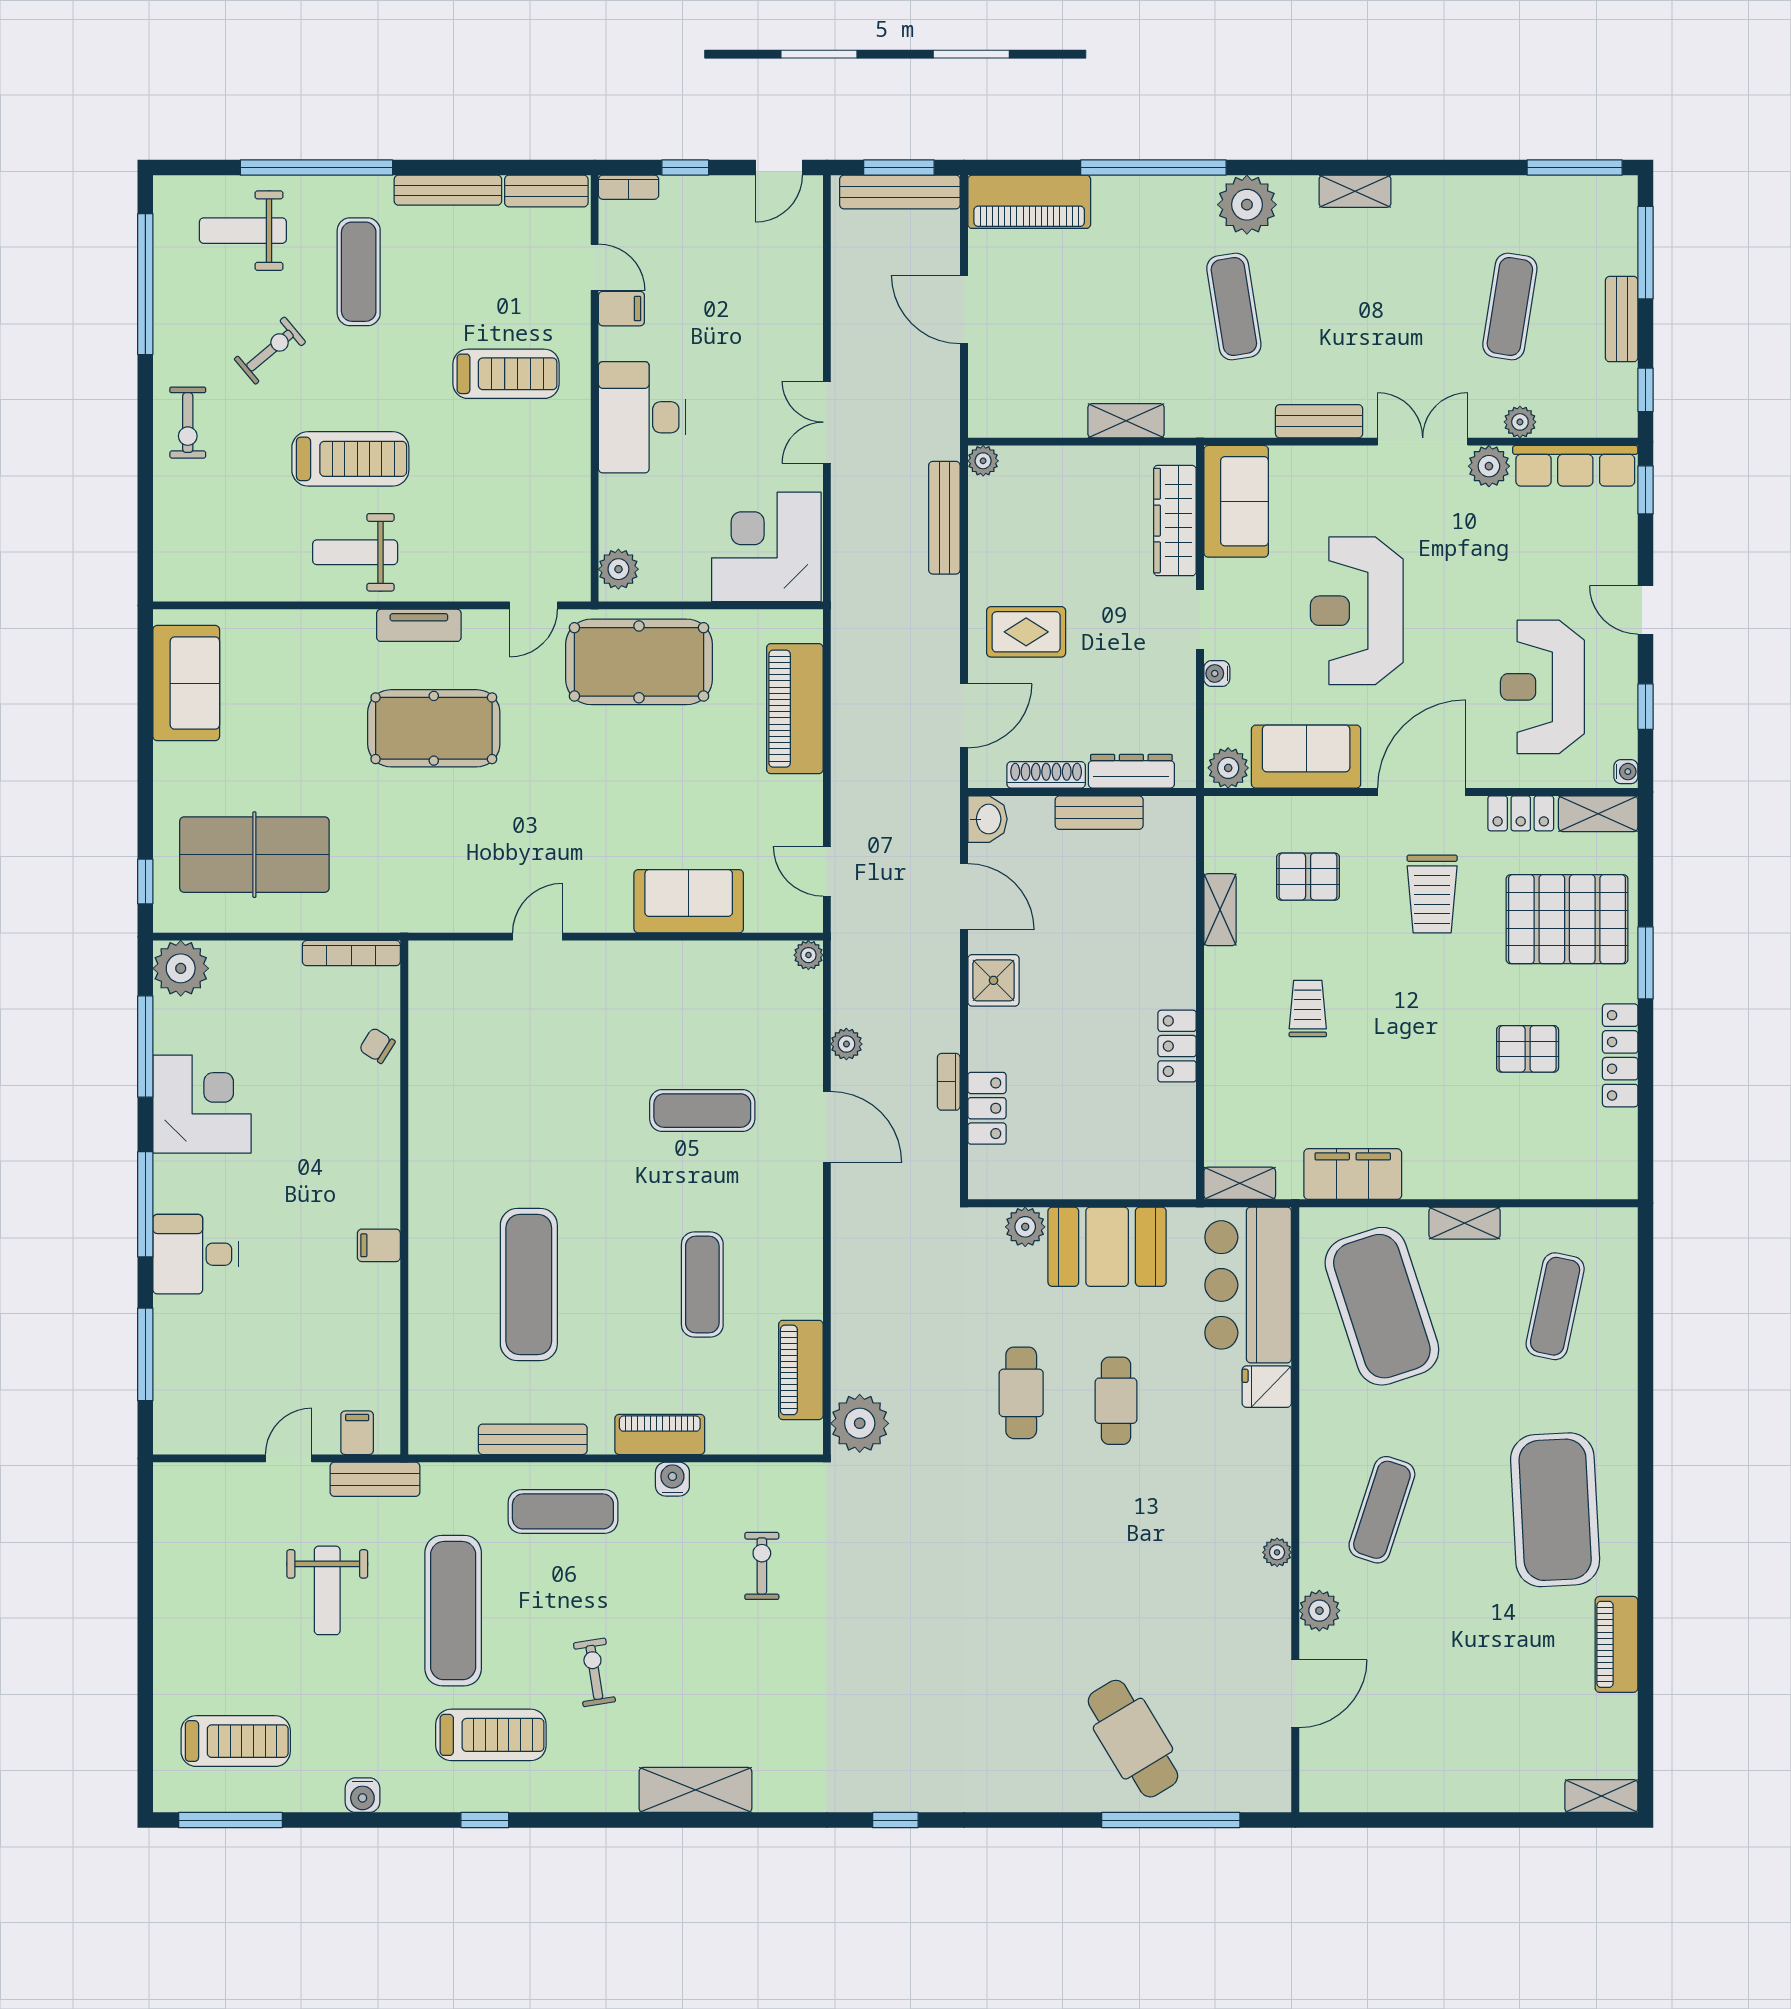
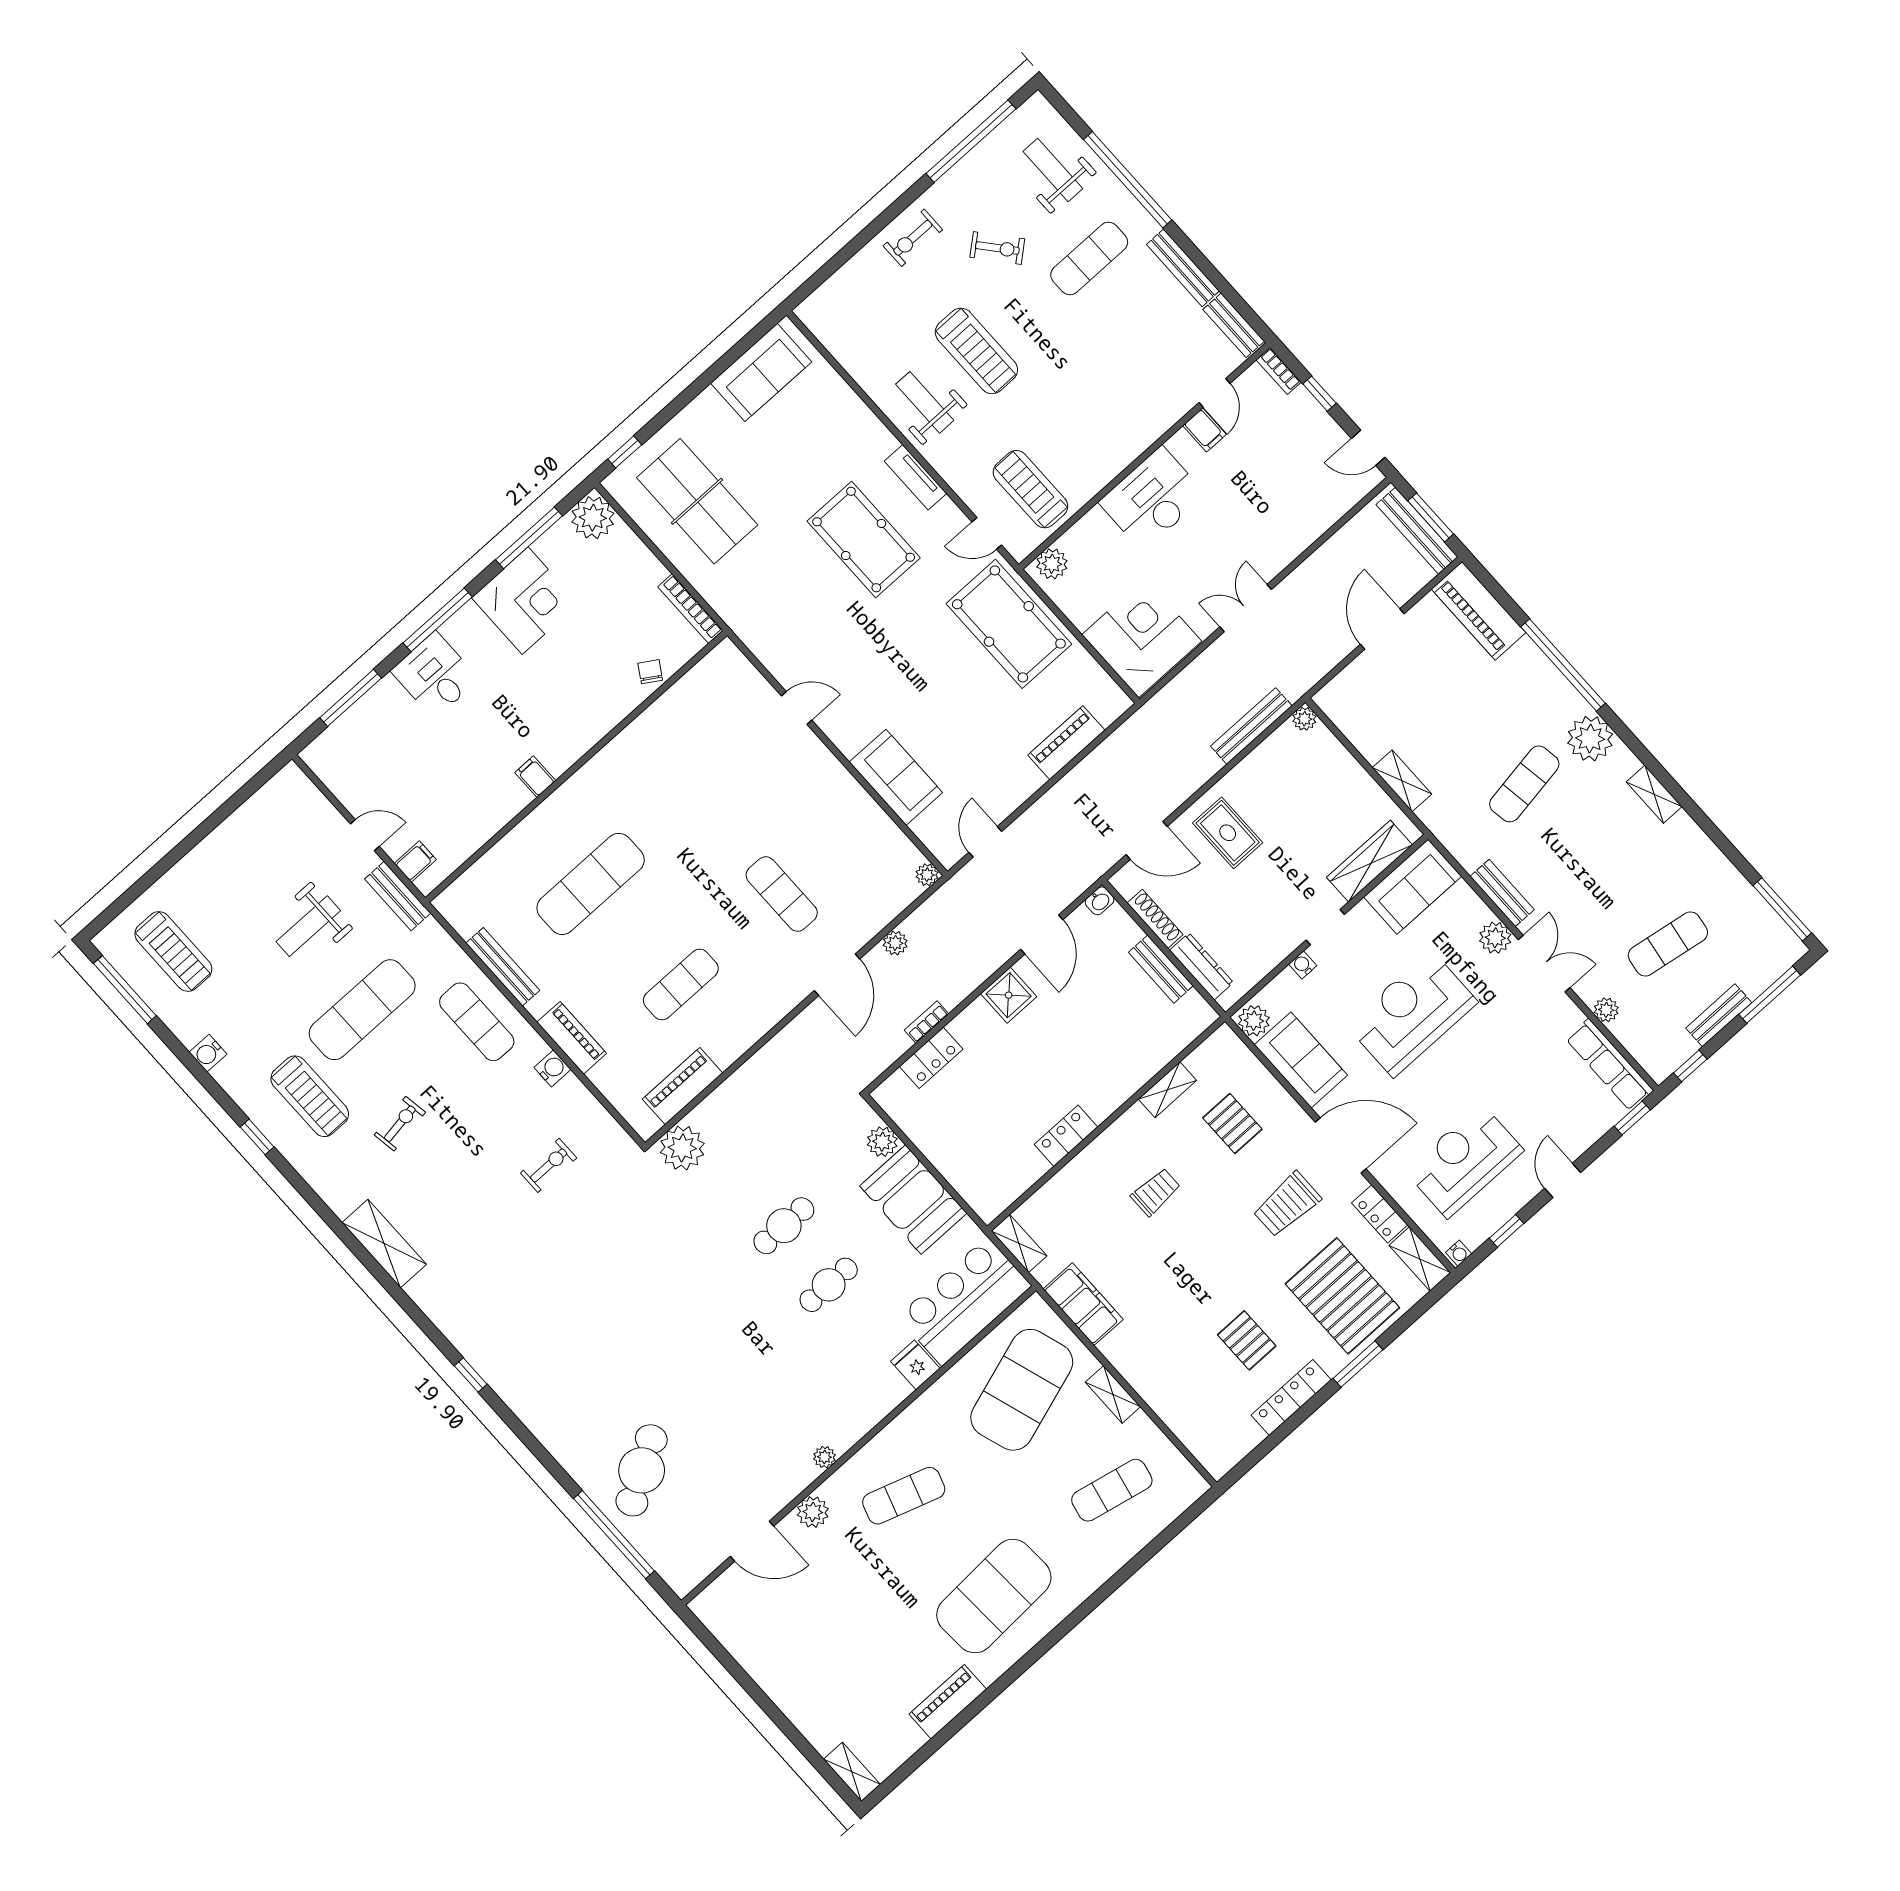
treadmill: (506, 374) -> (1030, 489), moved, turned 180
plant: (1489, 466) -> (1495, 938), moved
piano: (795, 709) -> (1066, 743), width x0.73, depth x0.75
washbasin: (987, 819) -> (1100, 901), width x0.72, depth x0.69

